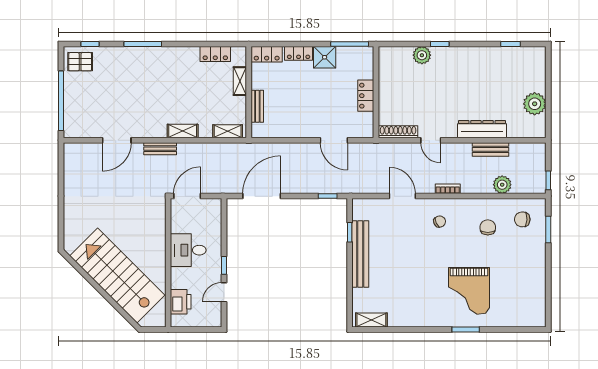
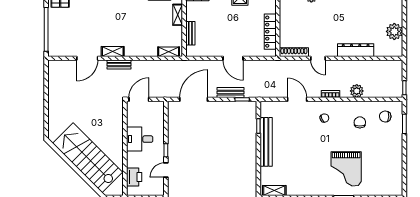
locker: (366, 96) -> (270, 32), width x1.53
shelving: (183, 131) -> (113, 51), moved
door: (334, 140) -> (233, 58), moved
bench: (490, 149) -> (231, 93), moved
plant: (502, 185) -> (357, 91), moved

